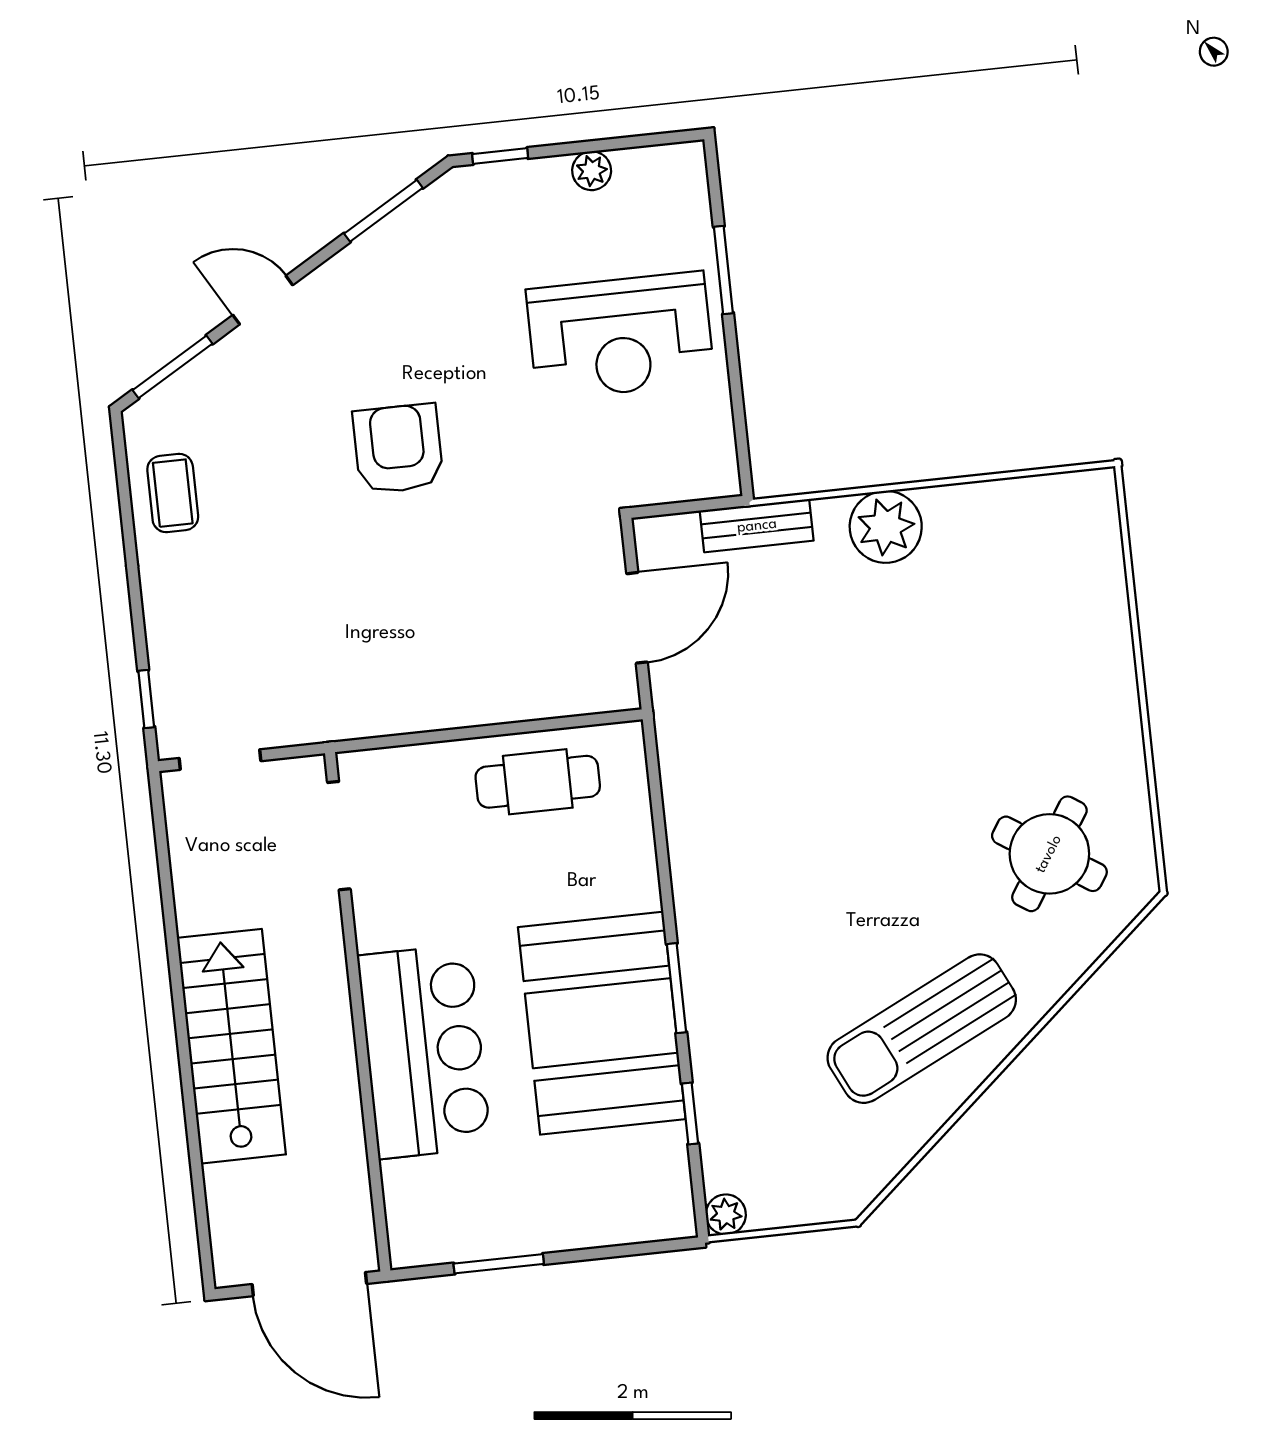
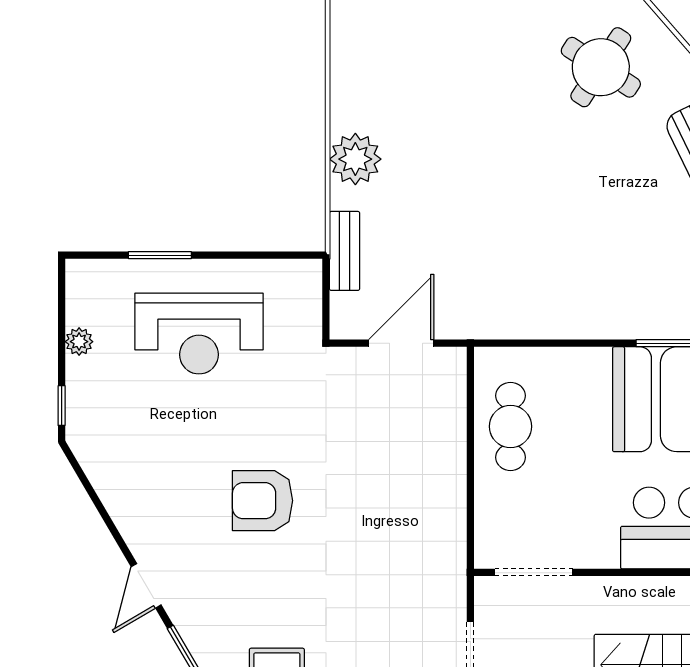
window: (383, 211) -> (92, 493), removed
reception desk: (620, 336) -> (199, 334), turned 90
door: (637, 618) -> (401, 343), hinge flipped

